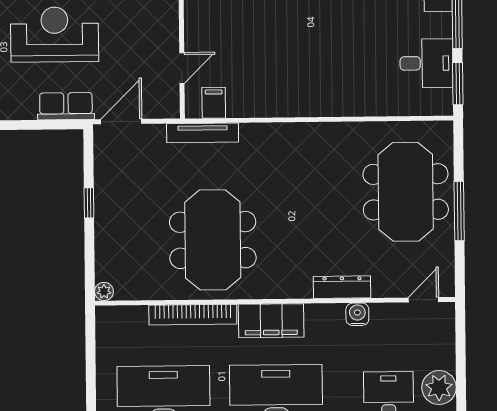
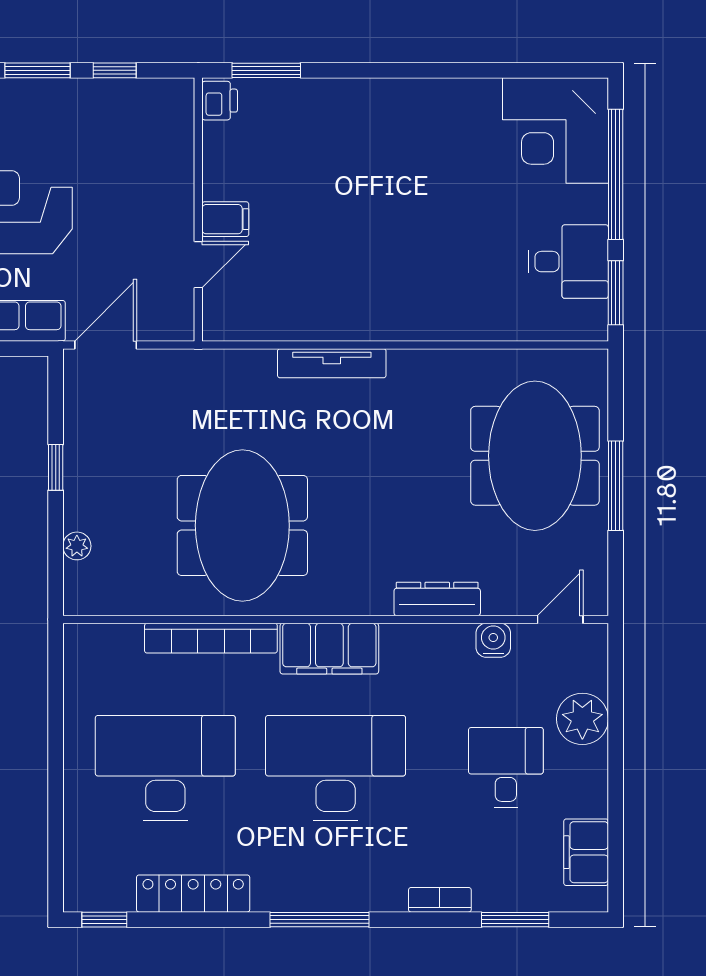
filing cabinet: (214, 103) -> (225, 219), moved, turned 90
tv unit: (203, 133) -> (332, 363), moved
plant: (104, 292) -> (77, 546), moved
water cooler: (357, 314) -> (493, 640), moved
plant: (439, 388) -> (582, 719), moved

